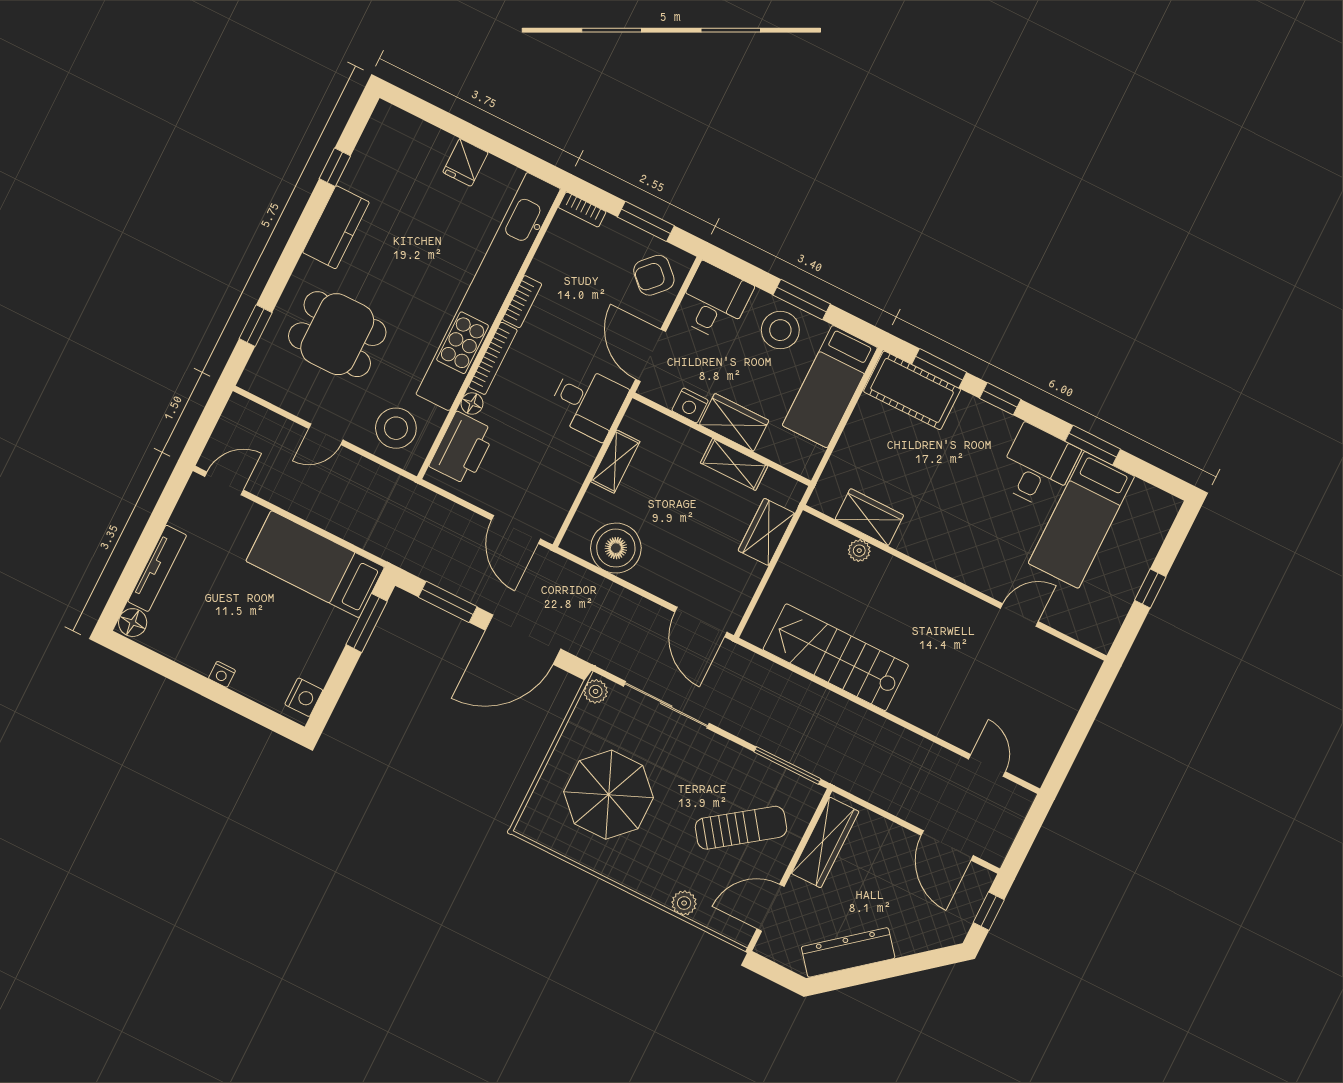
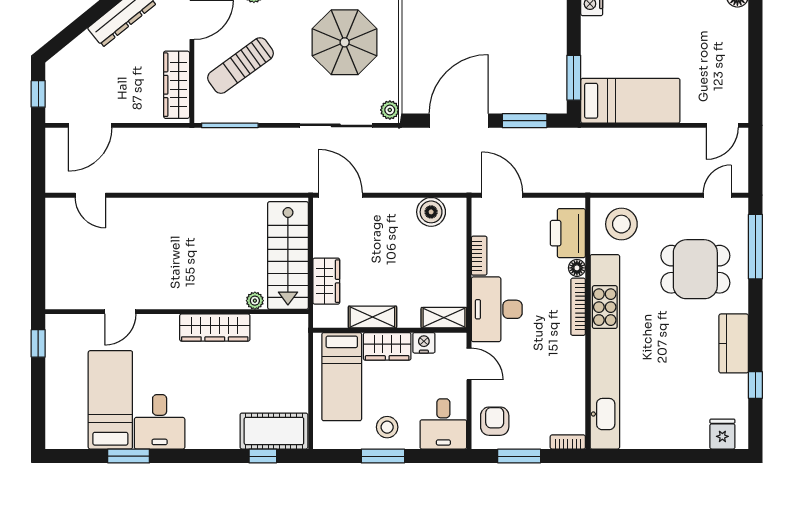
fridge: (465, 162) -> (722, 434), moved
armchair: (654, 275) -> (495, 421), turned -44
bookcase: (522, 302) -> (479, 256), moved, turned 180
window: (256, 326) -> (755, 247), width x2.17
stool: (780, 330) -> (387, 427), width x0.73, depth x0.73
door: (651, 355) -> (469, 364), width x0.73
window: (939, 368) -> (263, 456), width x0.67
bed: (830, 387) -> (342, 377), moved, turned 180
window: (1000, 399) -> (209, 456), removed
desk: (588, 402) -> (497, 309), width x1.37
door: (326, 434) -> (717, 195), moved
shelving: (615, 462) -> (444, 318), moved, turned 90
wardrobe: (869, 517) -> (215, 328), moved, width x1.50
boiler: (616, 548) -> (431, 212), width x0.73, depth x0.73
tv unit: (157, 568) -> (739, 43), removed
window: (1150, 589) -> (38, 343), moved
stairs: (836, 657) -> (288, 256), moved, turned 90
door: (947, 845) -> (90, 125), swing flipped

